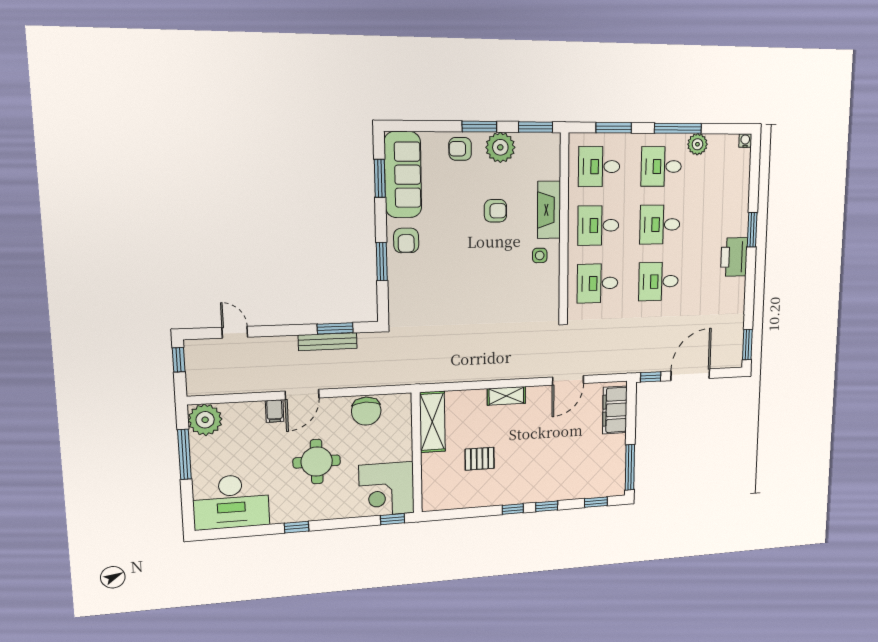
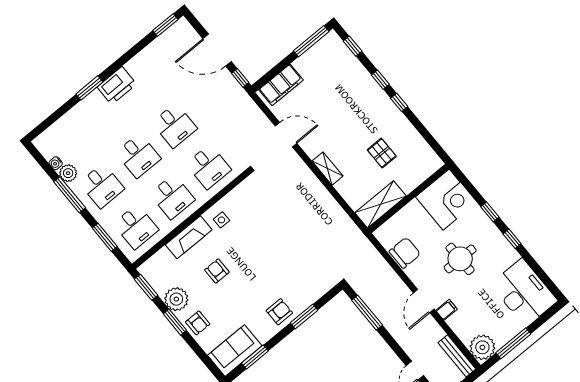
water cooler: (745, 141) -> (56, 163), moved
sofa: (403, 175) -> (235, 351), width x0.73
window: (335, 328) -> (367, 313), width x1.44
bench: (328, 342) -> (457, 356), moved
door: (302, 395) -> (424, 301), swing flipped
window: (393, 519) -> (490, 212), moved

